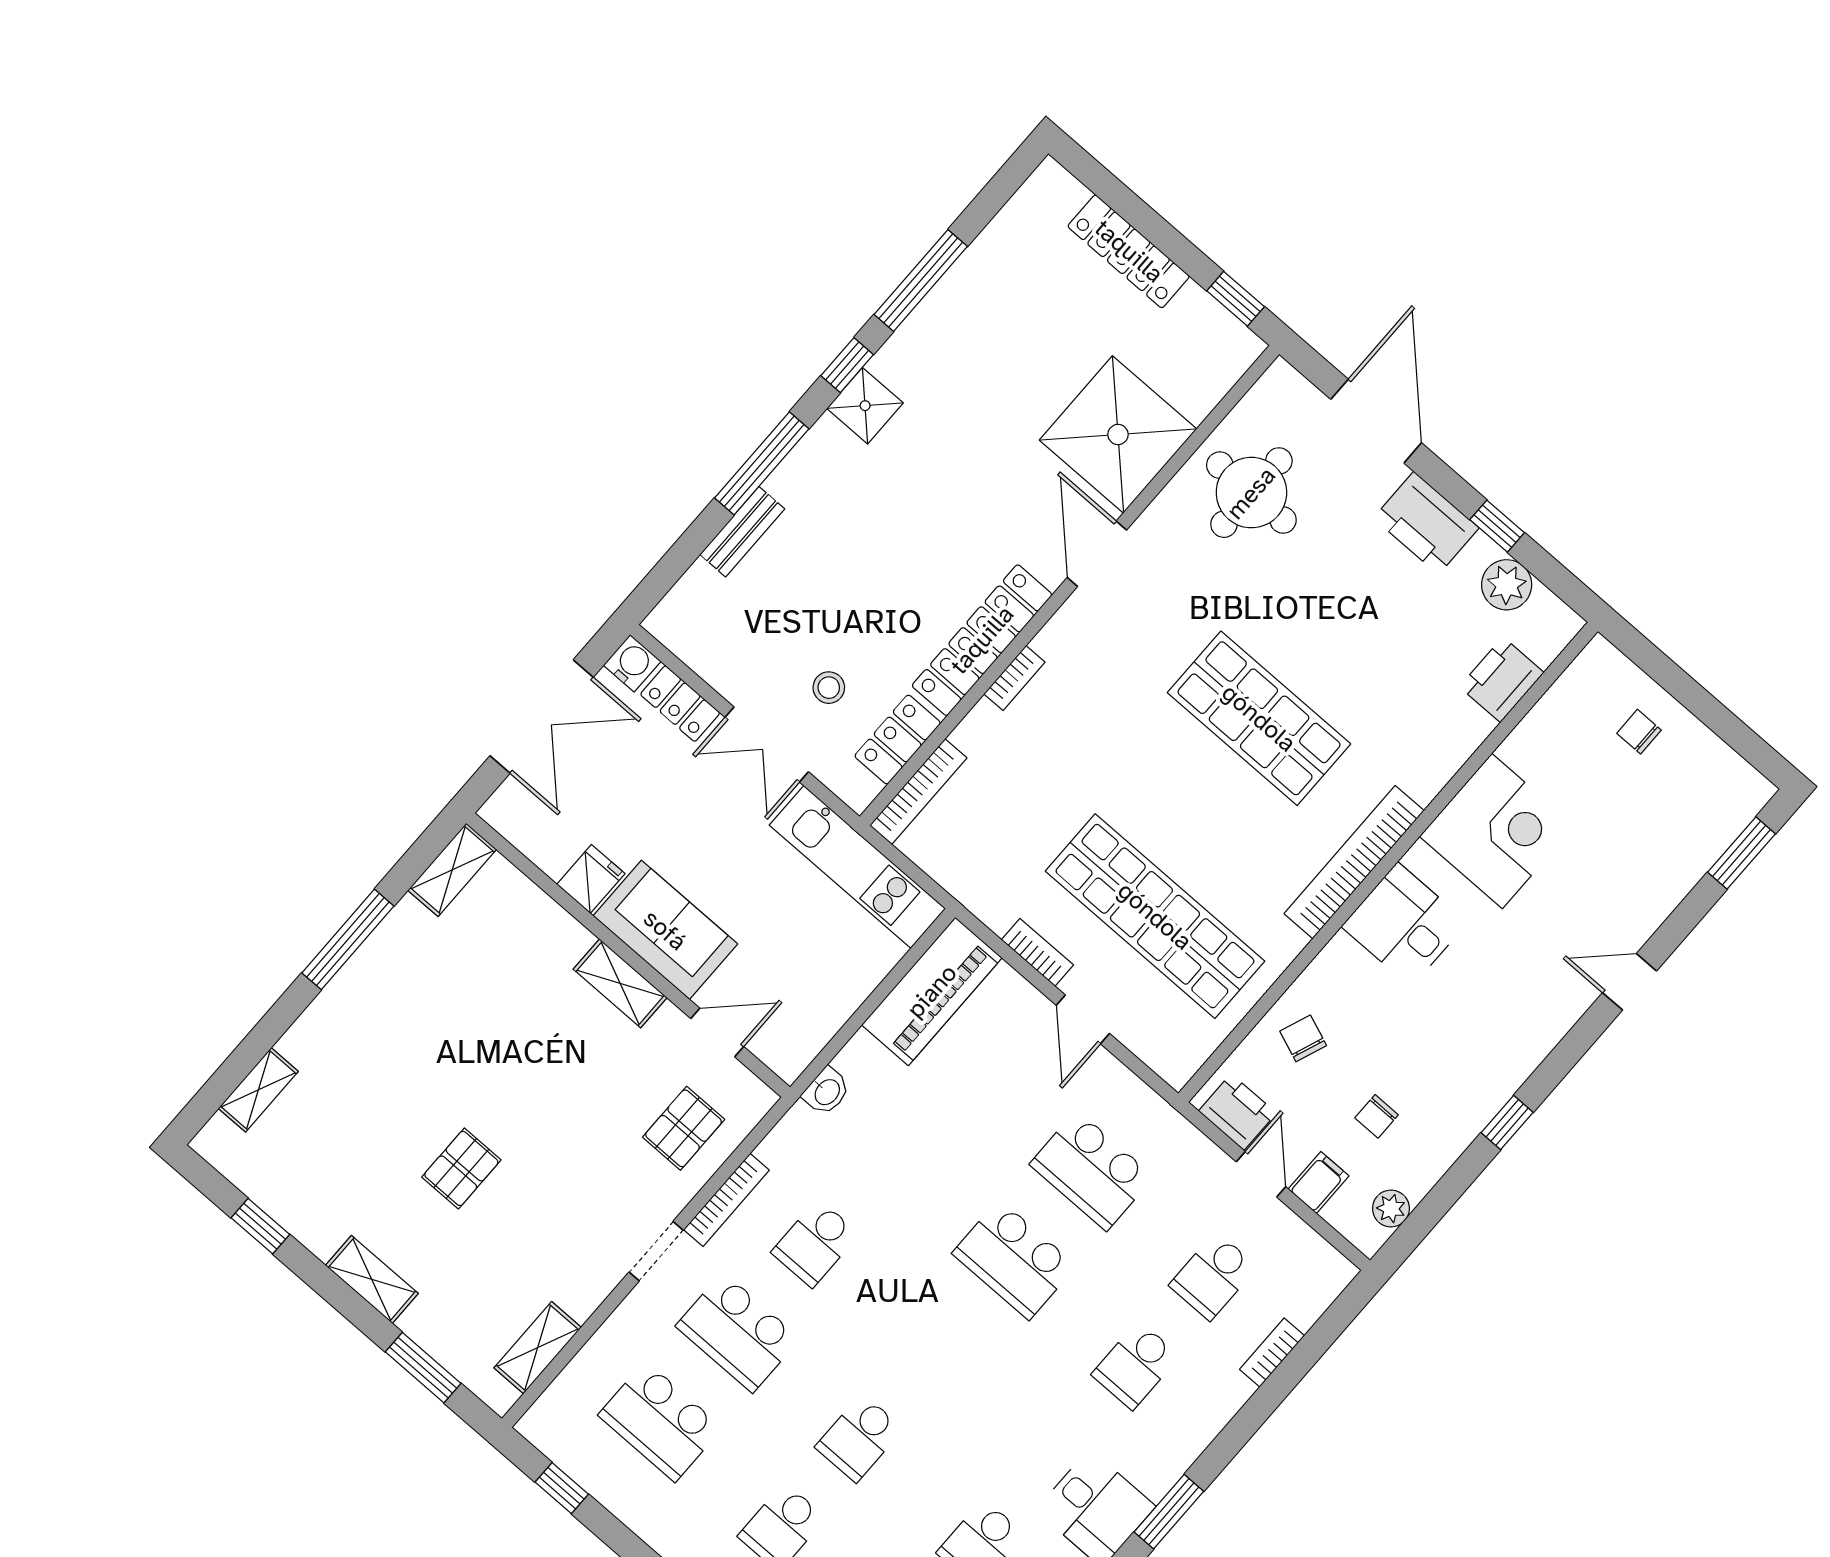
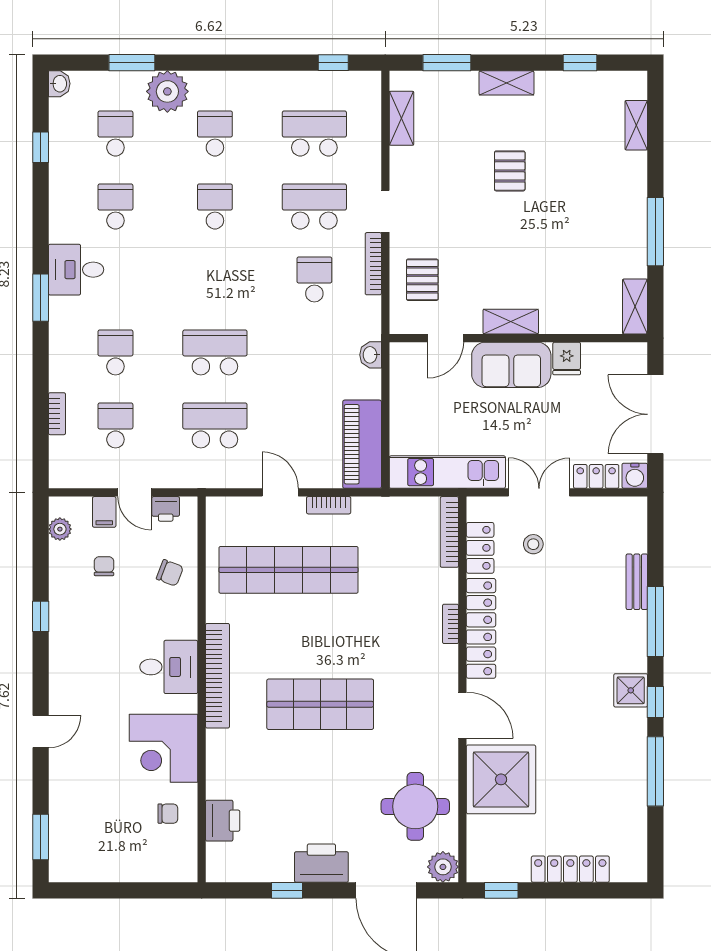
plant: (1507, 585) -> (443, 867), moved
chair: (1639, 732) -> (168, 814), moved
printer: (1237, 1112) -> (166, 509), width x0.73, depth x0.81

